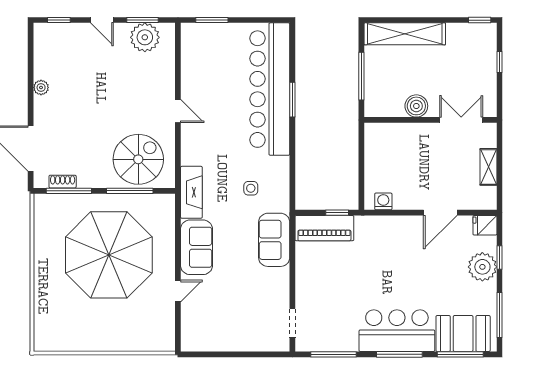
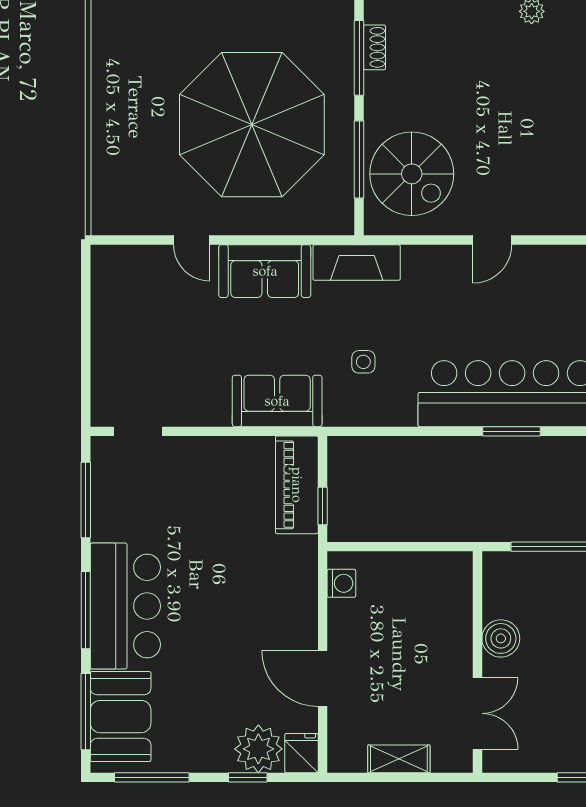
plant: (482, 267) -> (258, 749), moved

